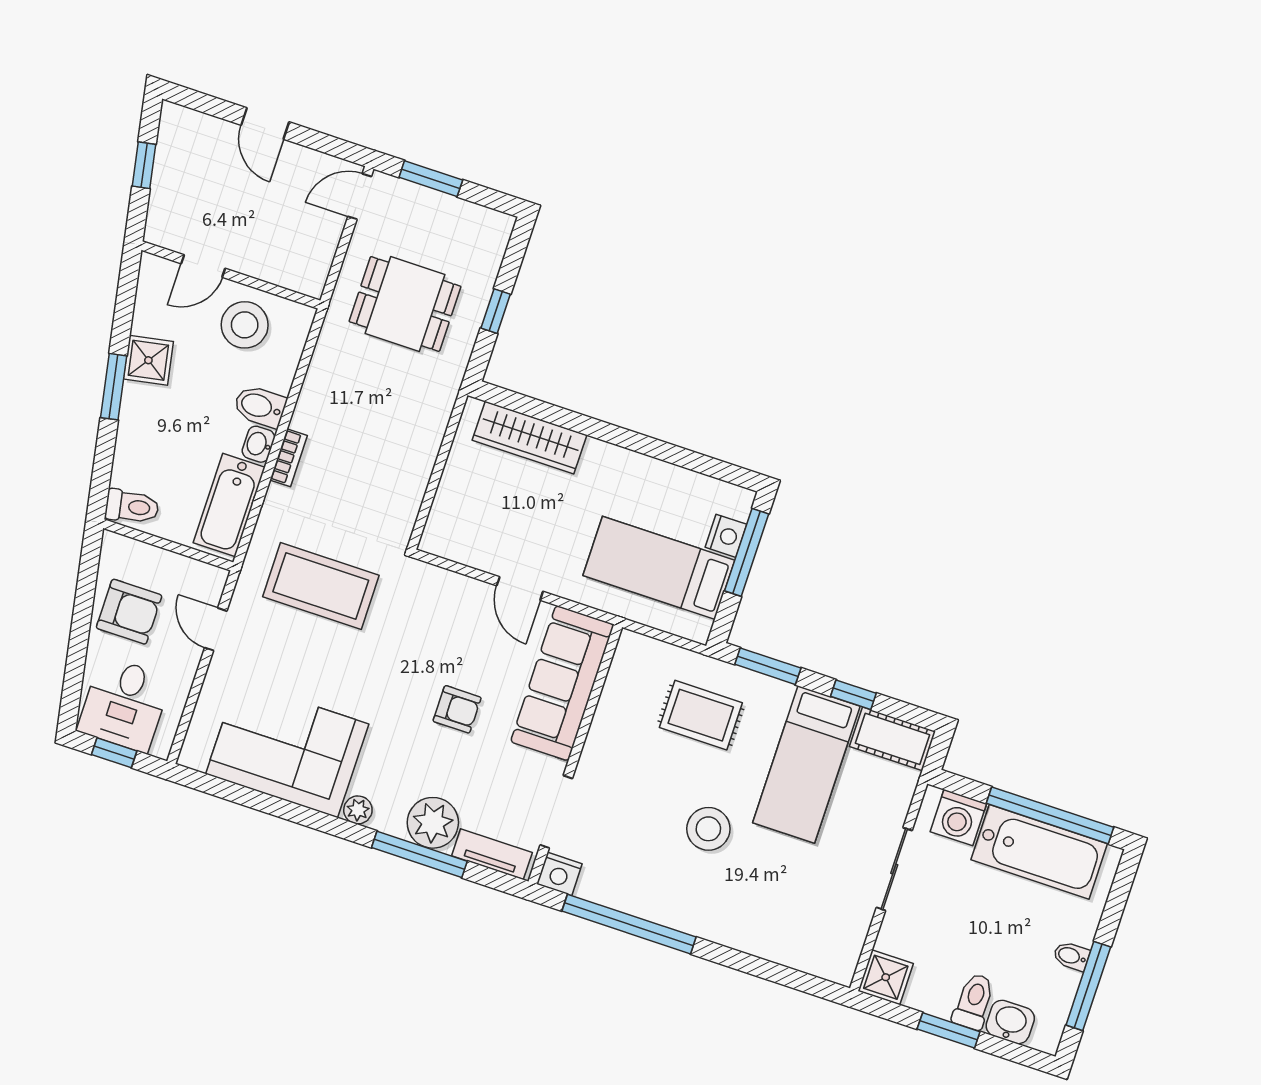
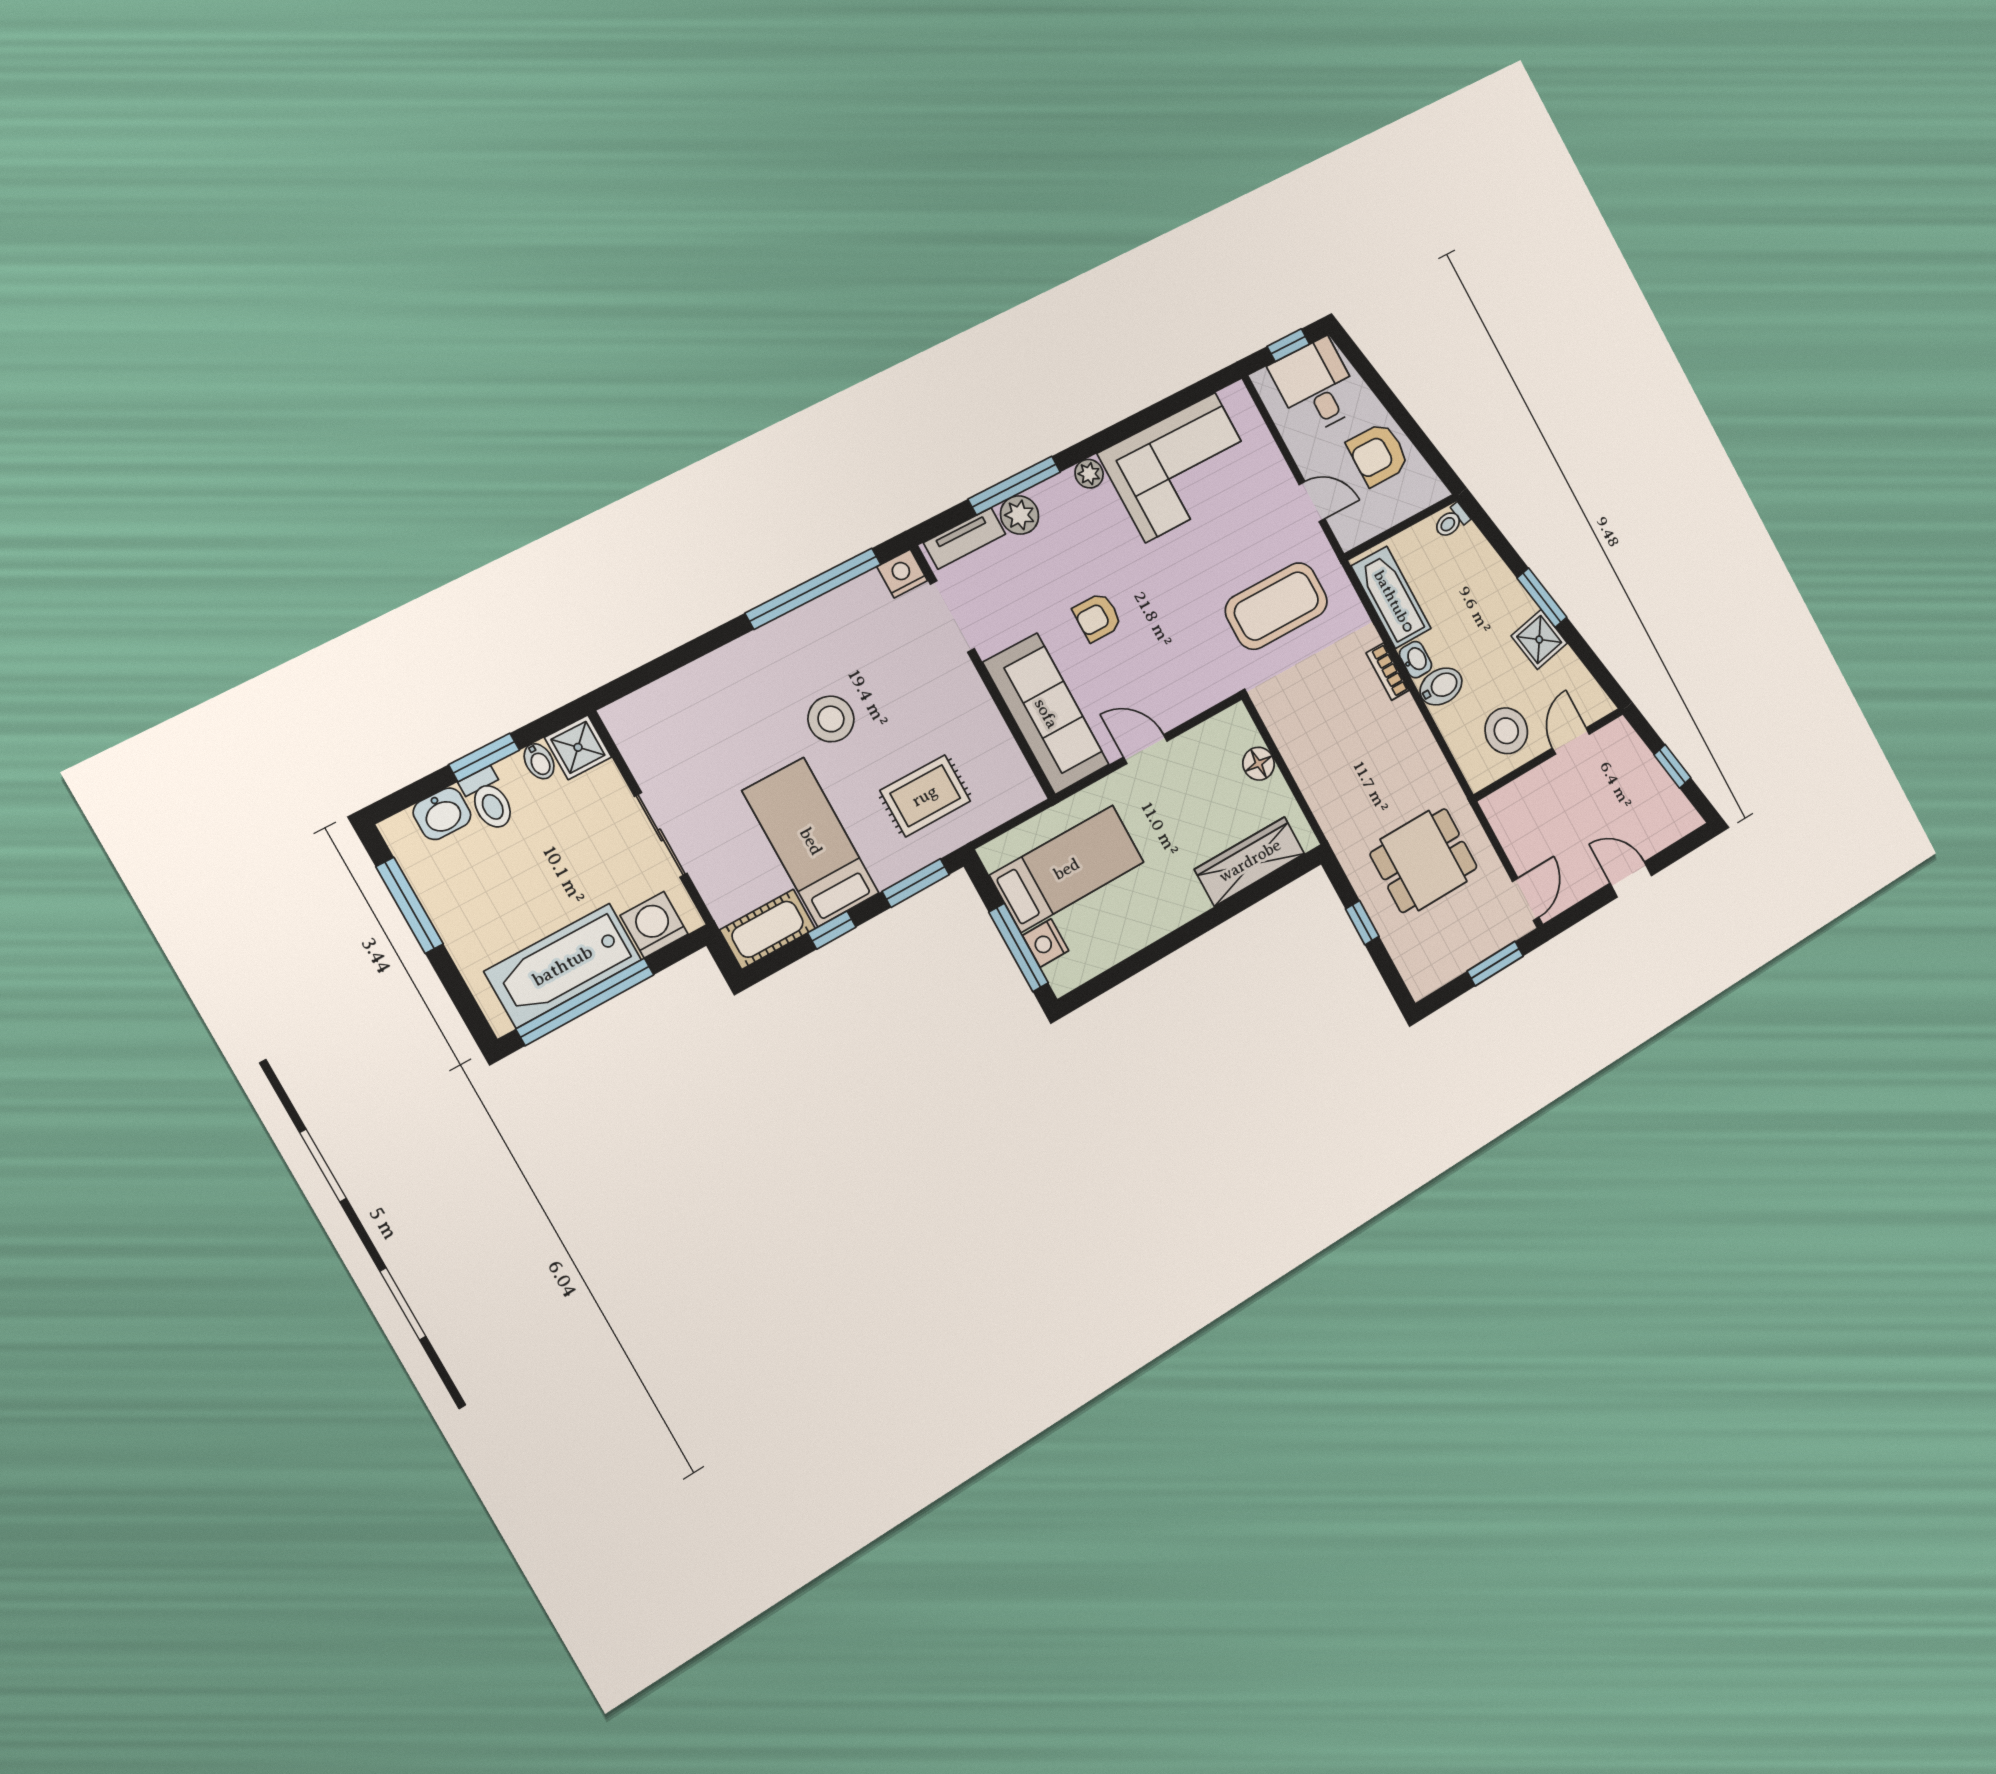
floor lamp: (451, 495) -> (1259, 764), added
toilet: (132, 507) -> (1451, 521), width x0.73, depth x0.72
plant: (433, 823) -> (1020, 515), width x0.73, depth x0.73
bidet: (1071, 956) -> (539, 761), moved, turned 90

